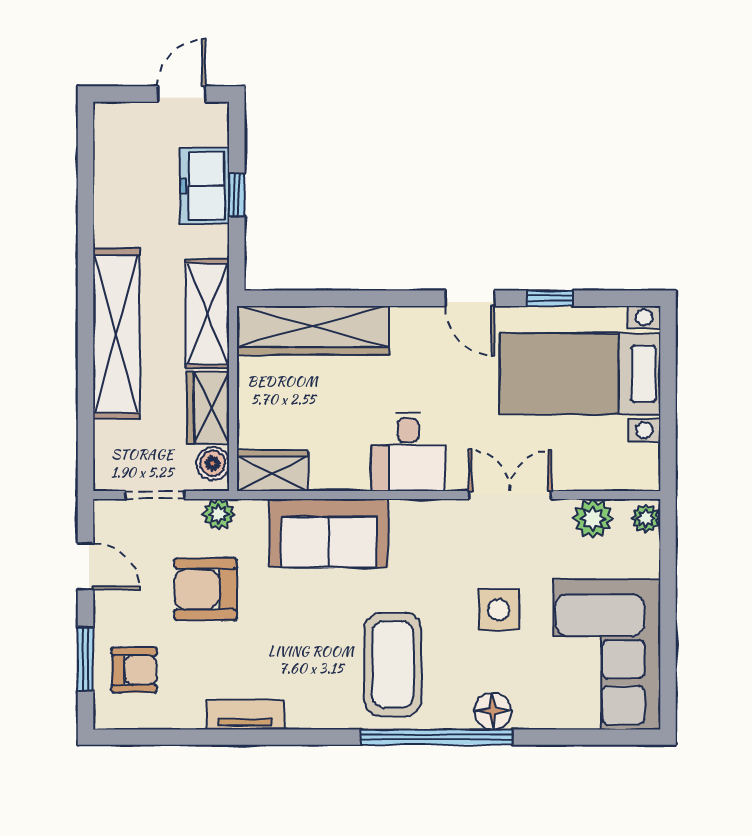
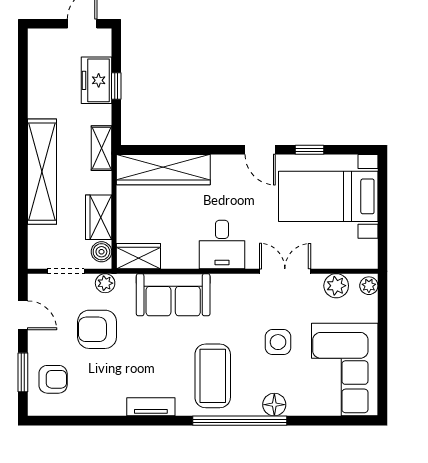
shelving: (207, 314) -> (102, 148), width x0.67, depth x0.75
tv unit: (245, 715) -> (151, 407), moved

